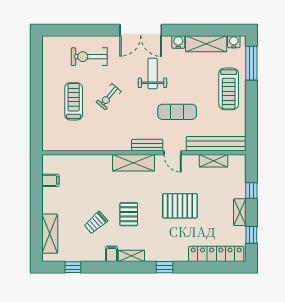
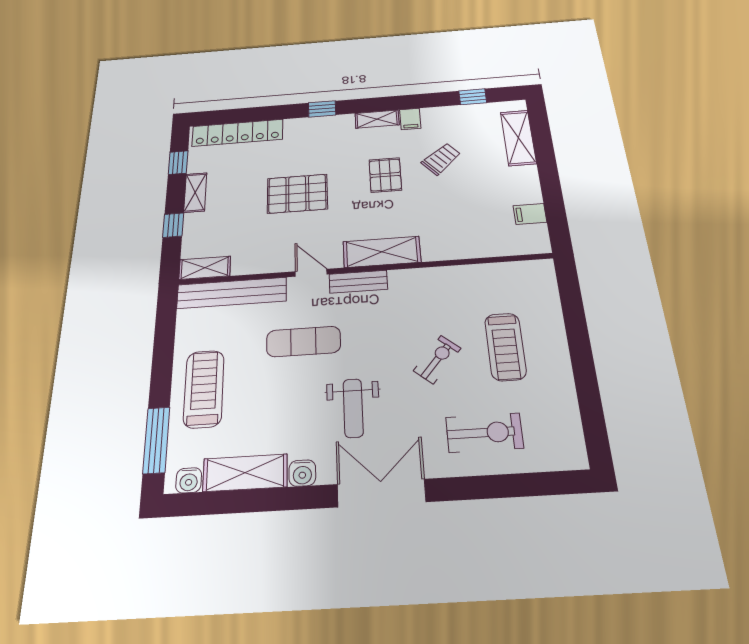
shelving: (214, 161) -> (205, 268), moved

